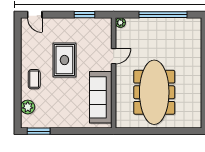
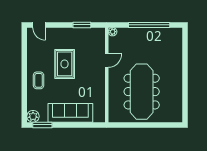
sofa: (101, 97) -> (70, 113), moved, turned 90
plant: (28, 107) -> (33, 116), moved

